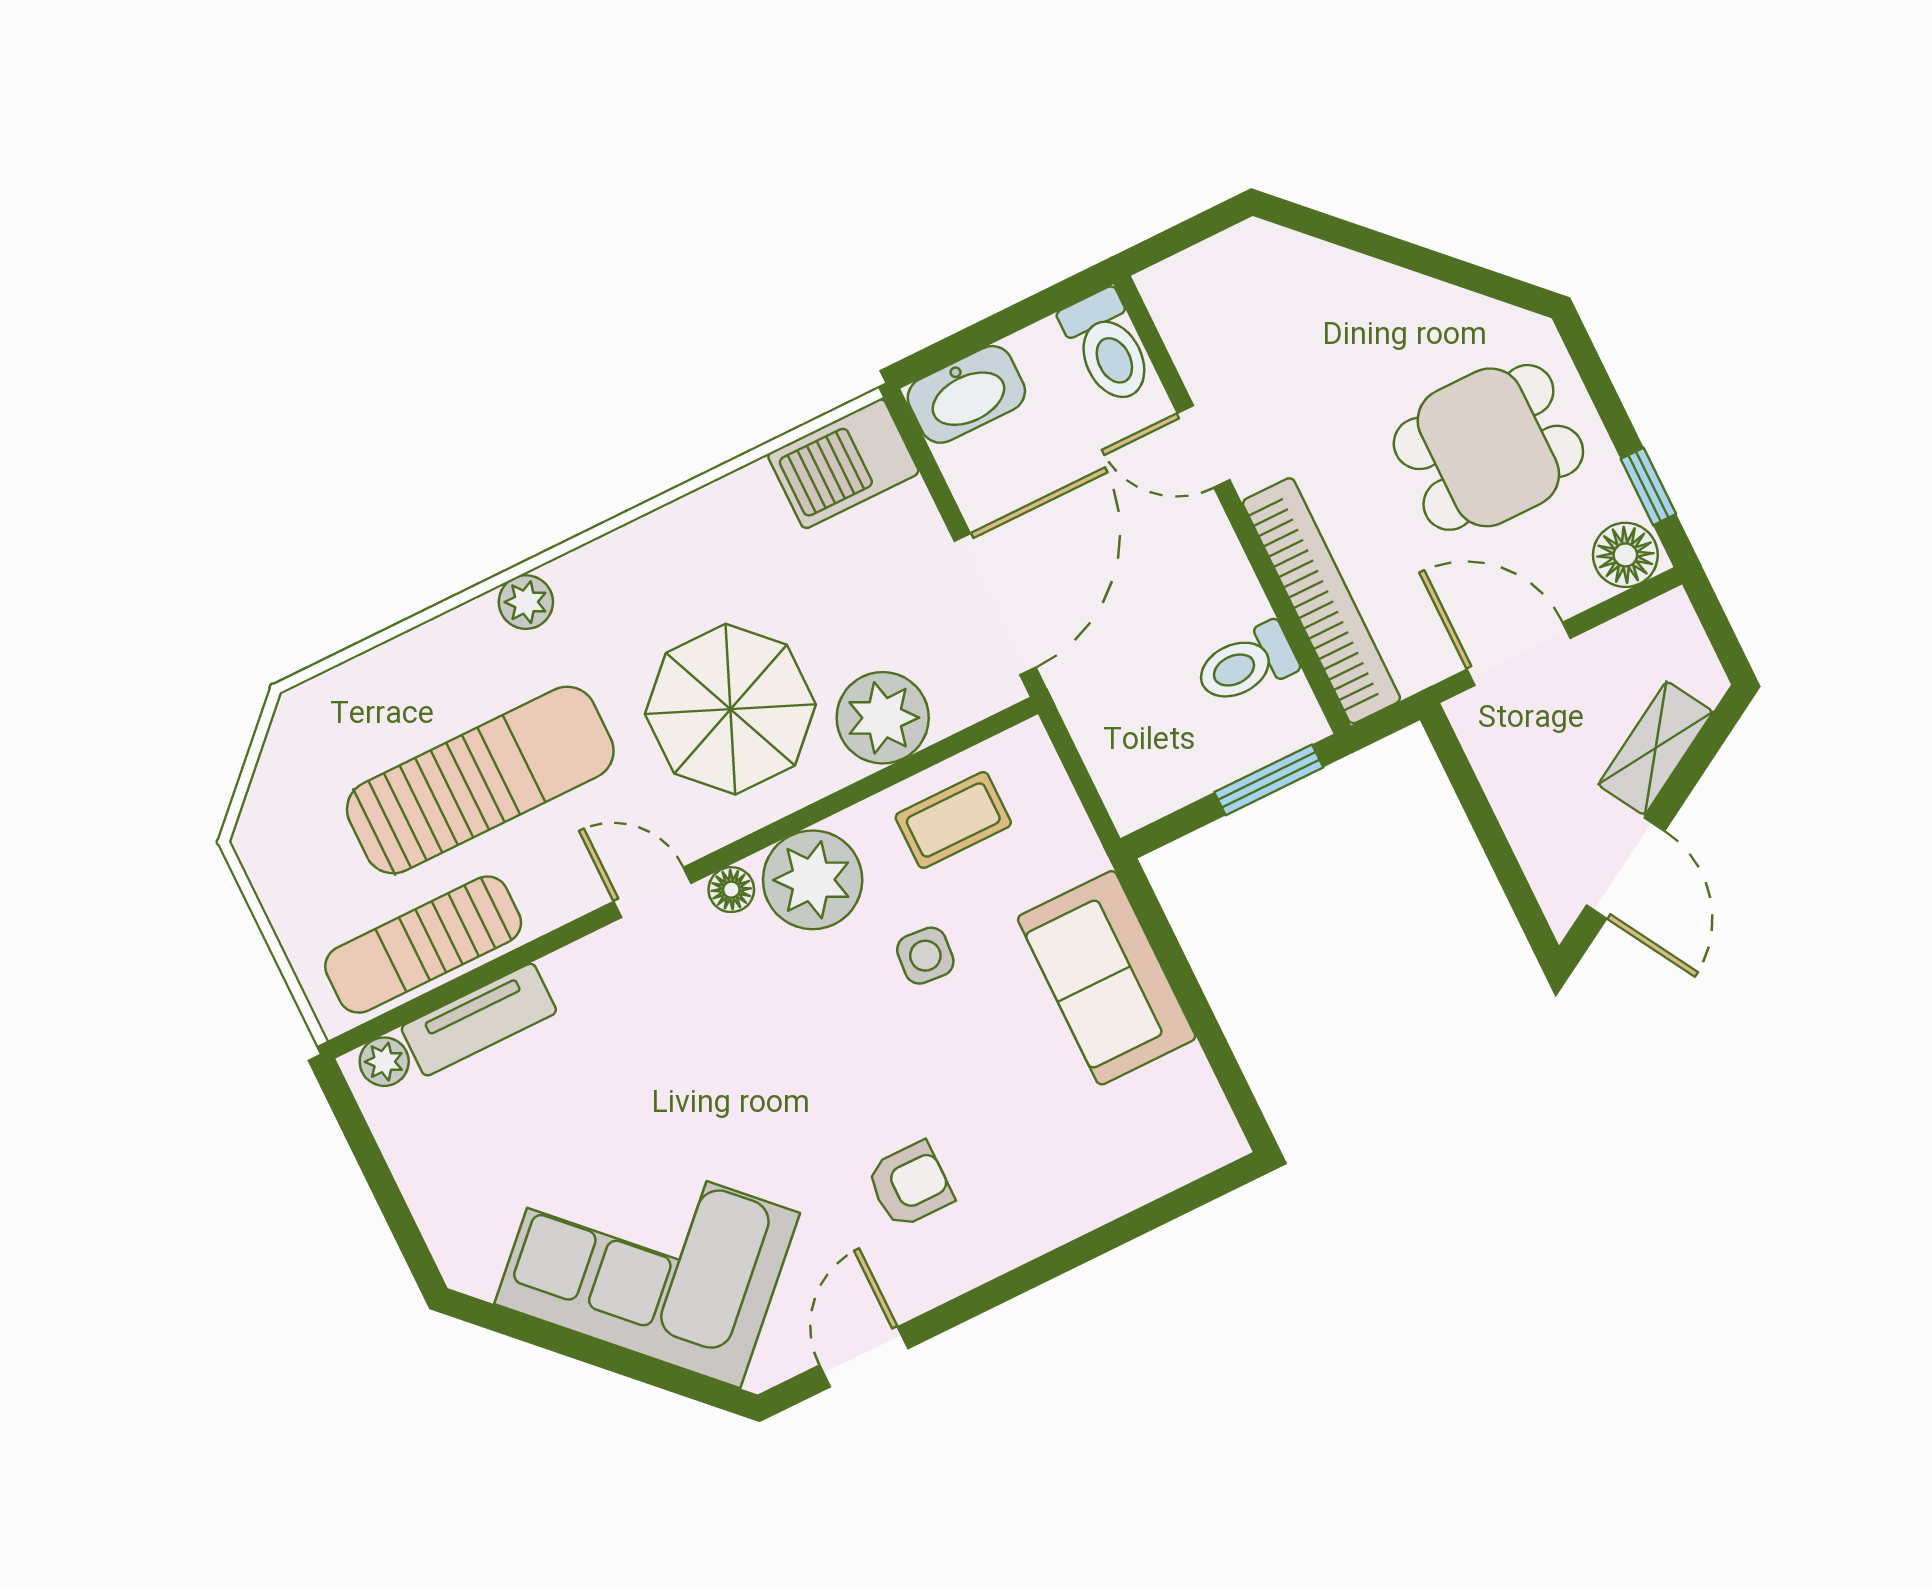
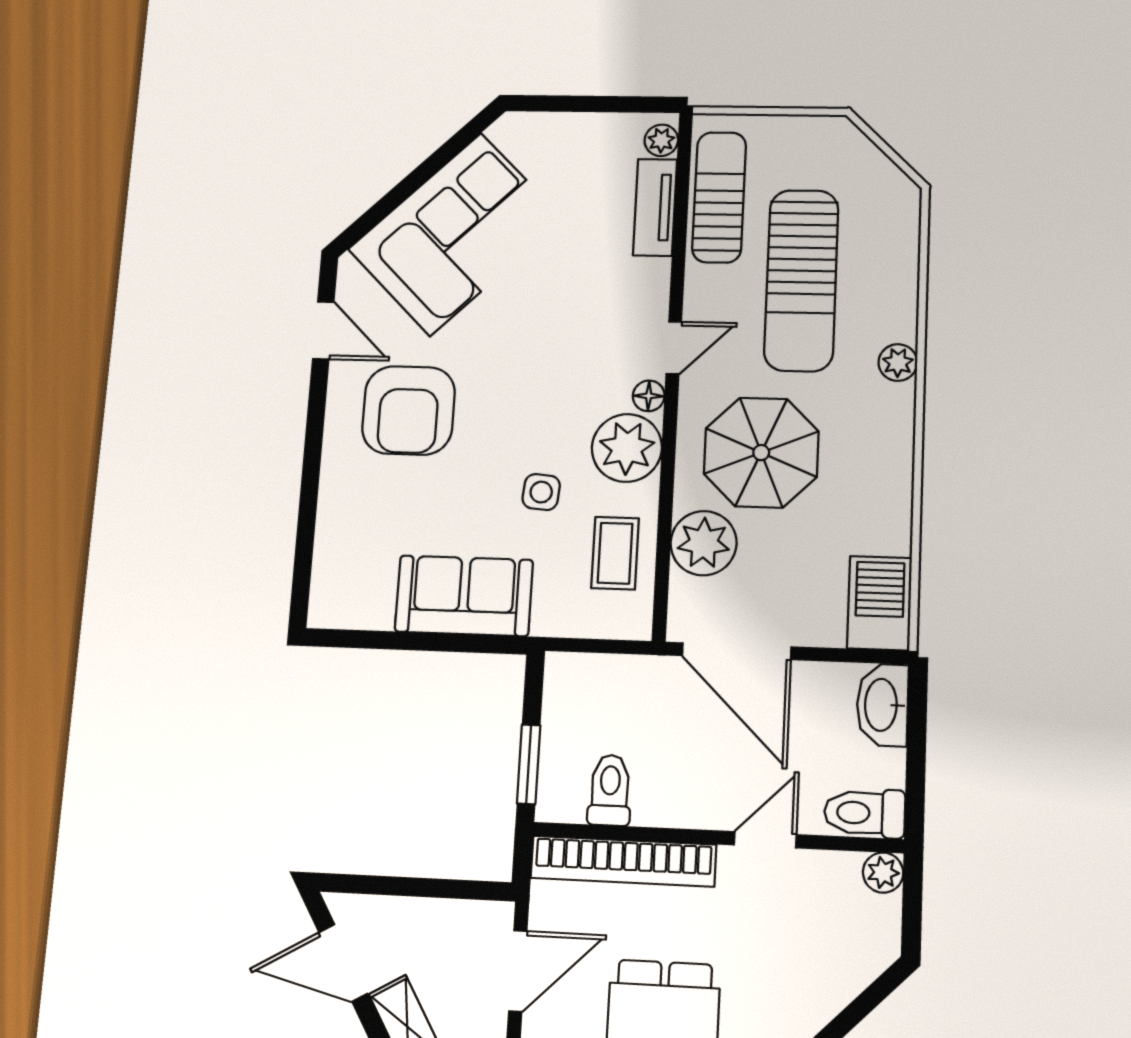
plant: (1166, 288) -> (883, 873), added
armchair: (910, 1185) -> (408, 410), width x1.88, depth x1.88

